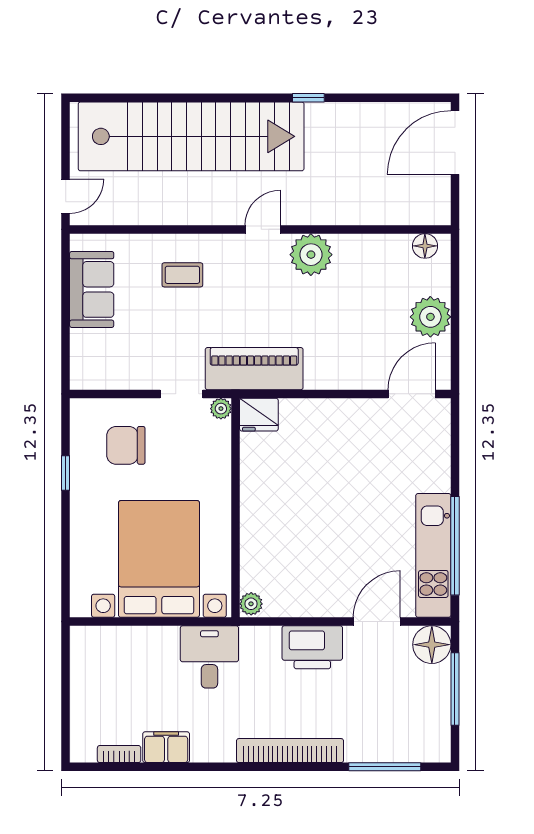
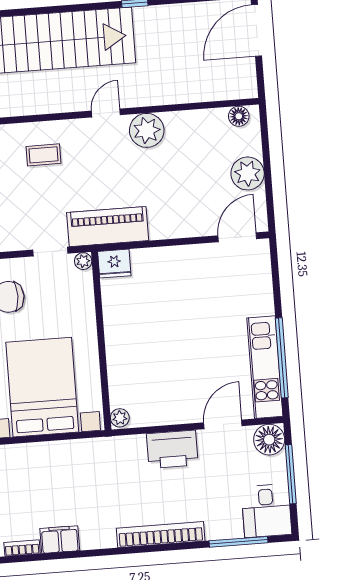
desk: (209, 657) -> (266, 511), moved, turned 180

